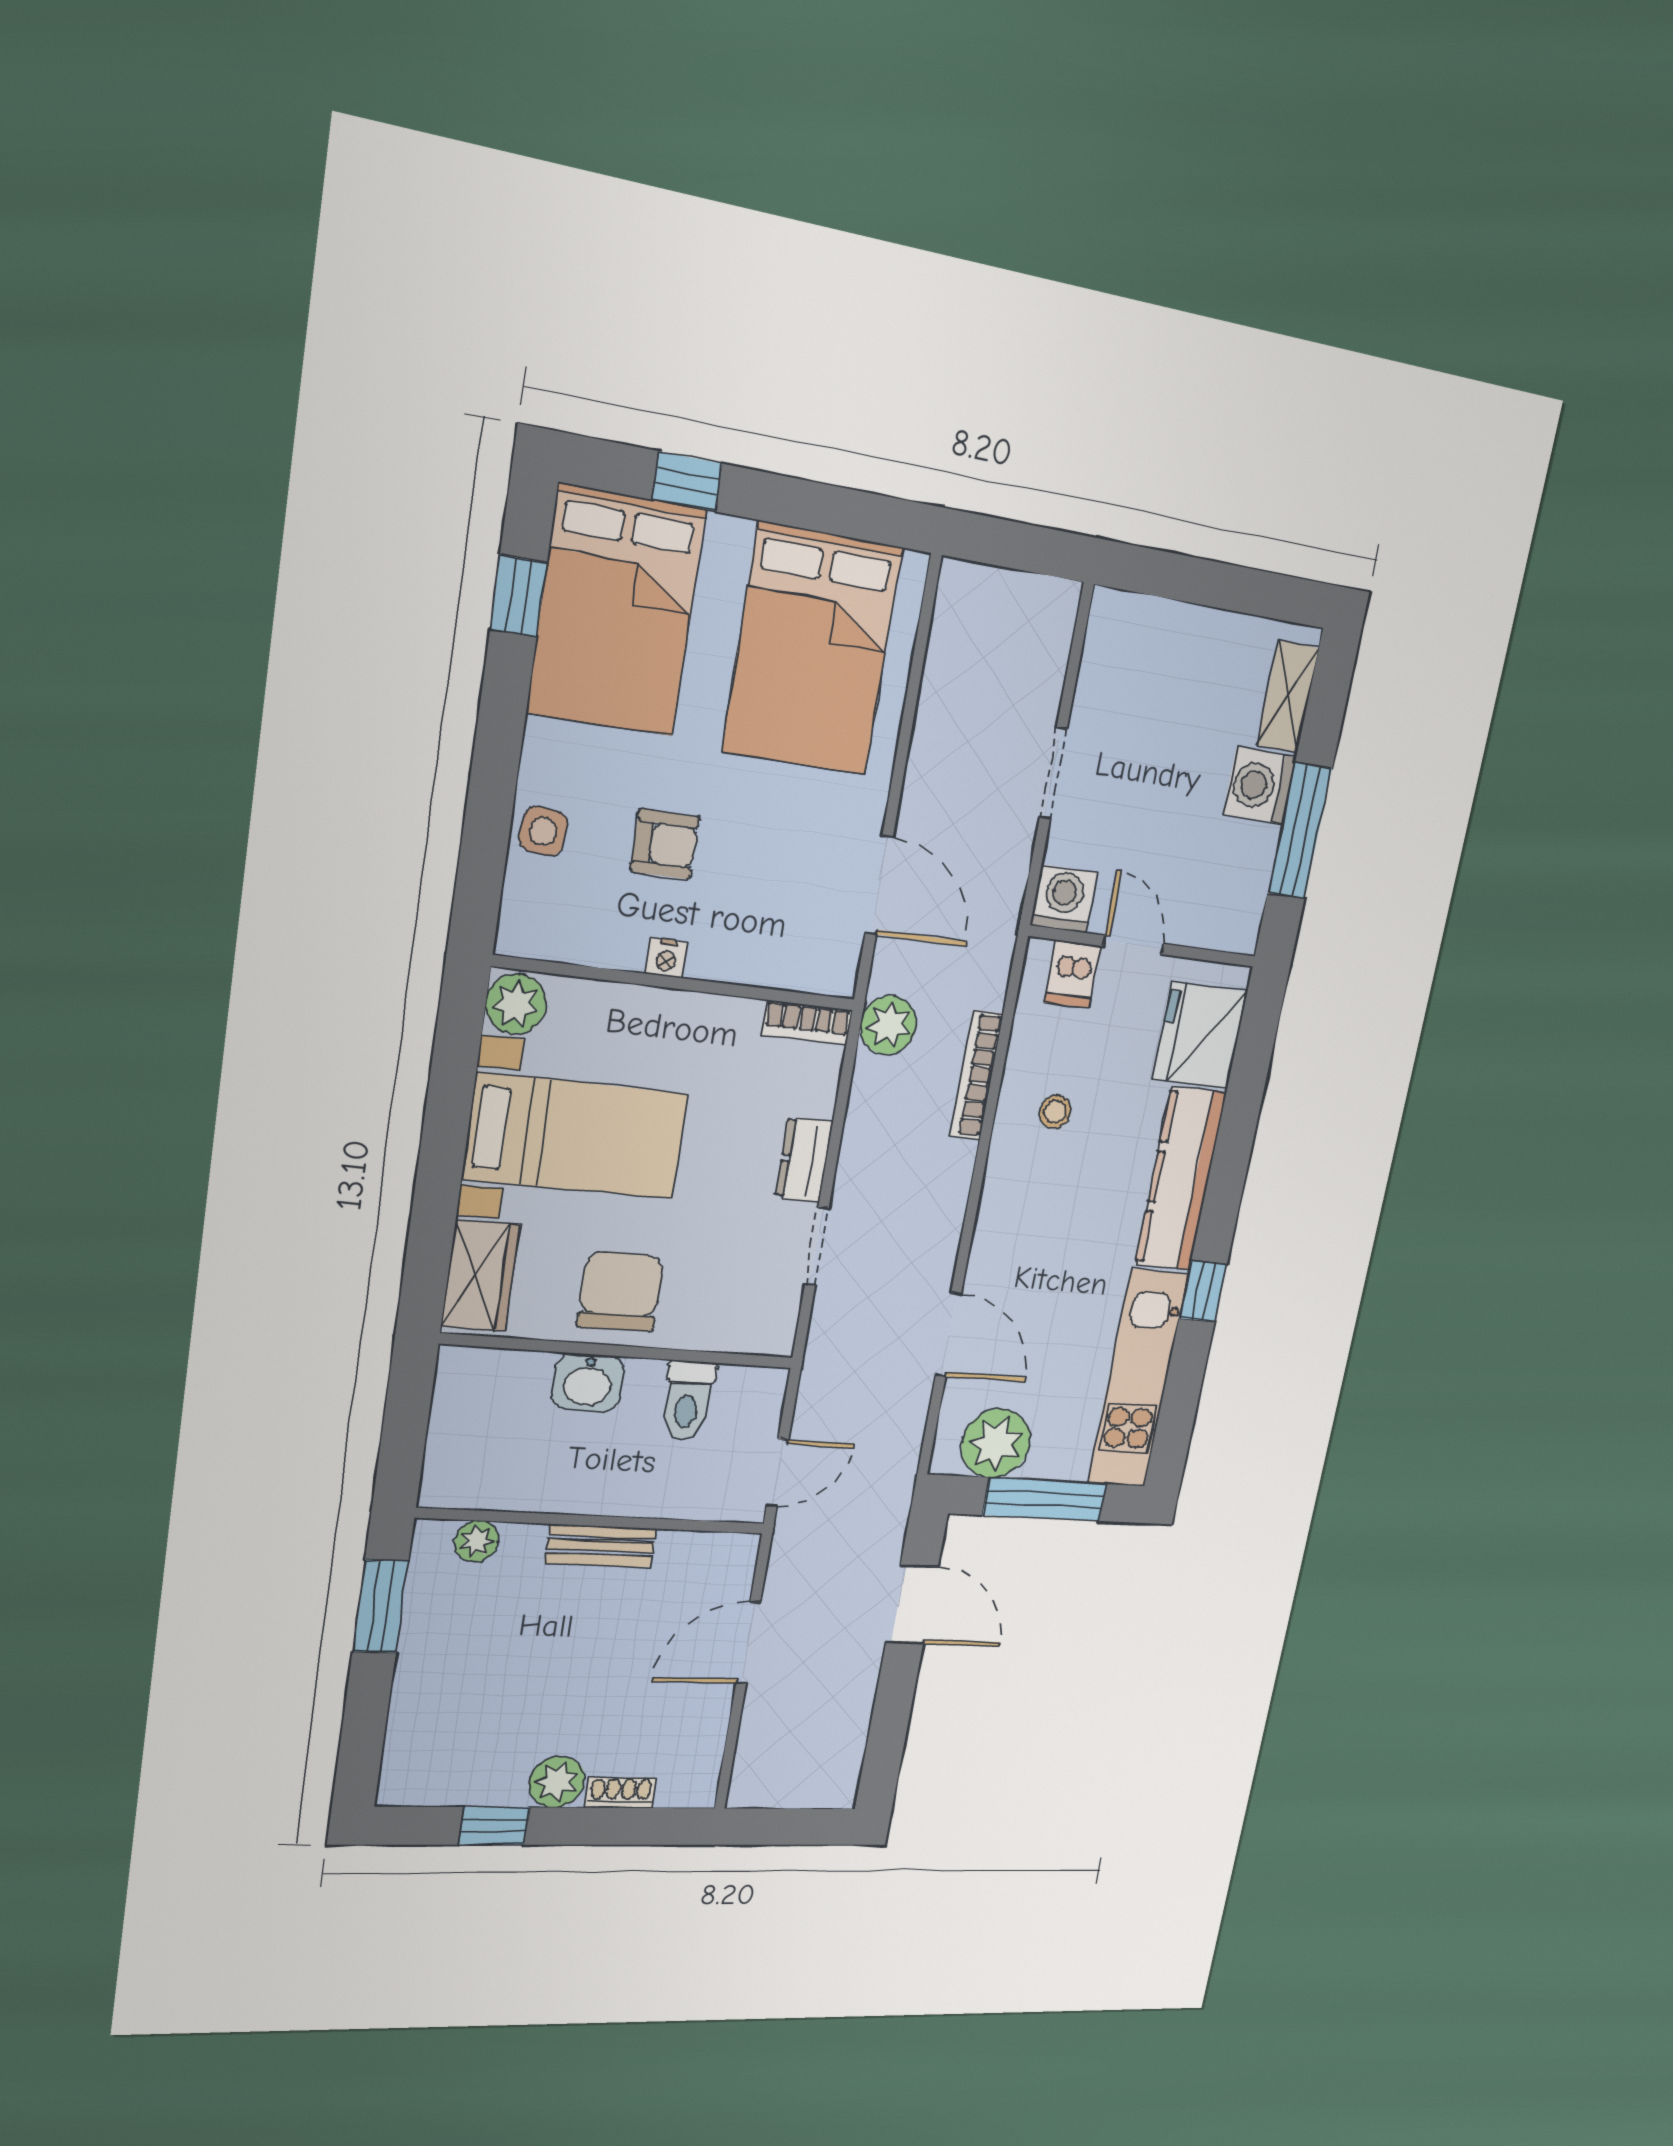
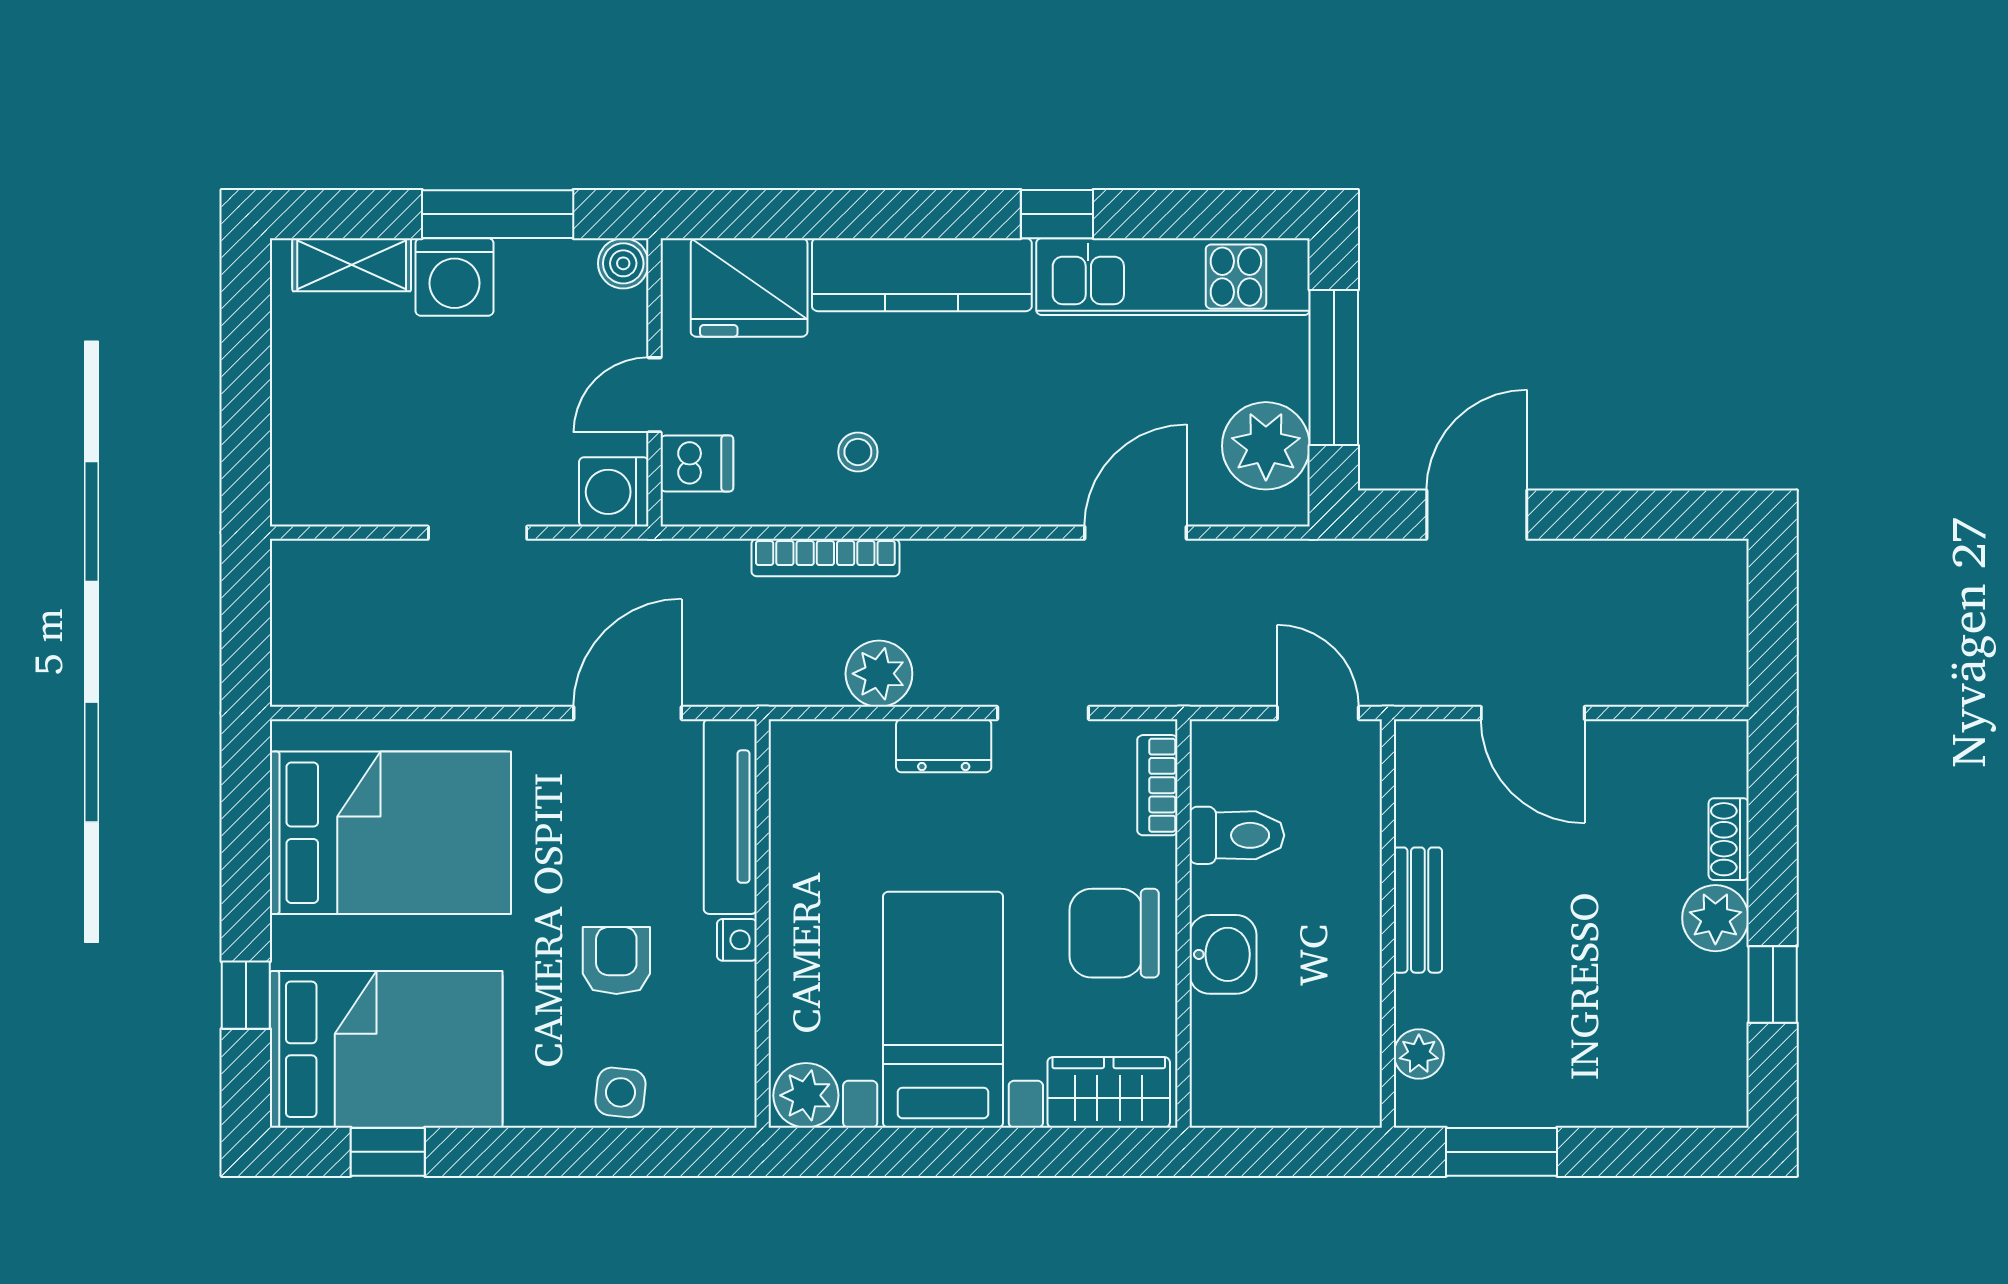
boiler: (1240, 932) -> (623, 263), added
tv unit: (775, 966) -> (730, 817), added
bookcase: (807, 1023) -> (1157, 785), moved, turned 180
plant: (888, 1025) -> (879, 674), moved

